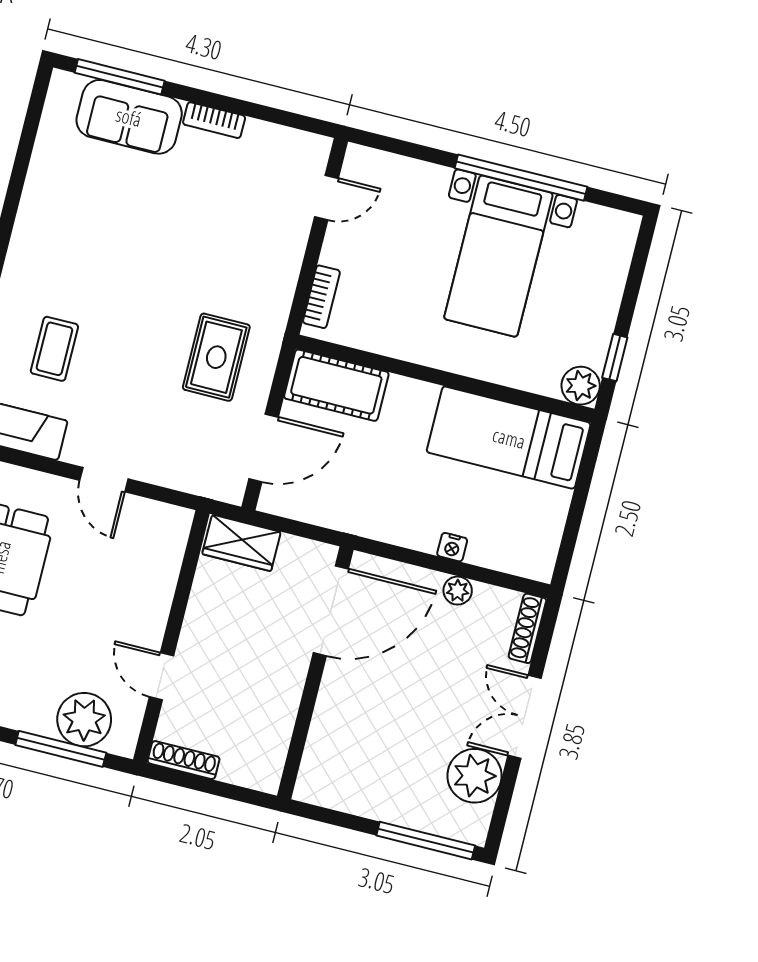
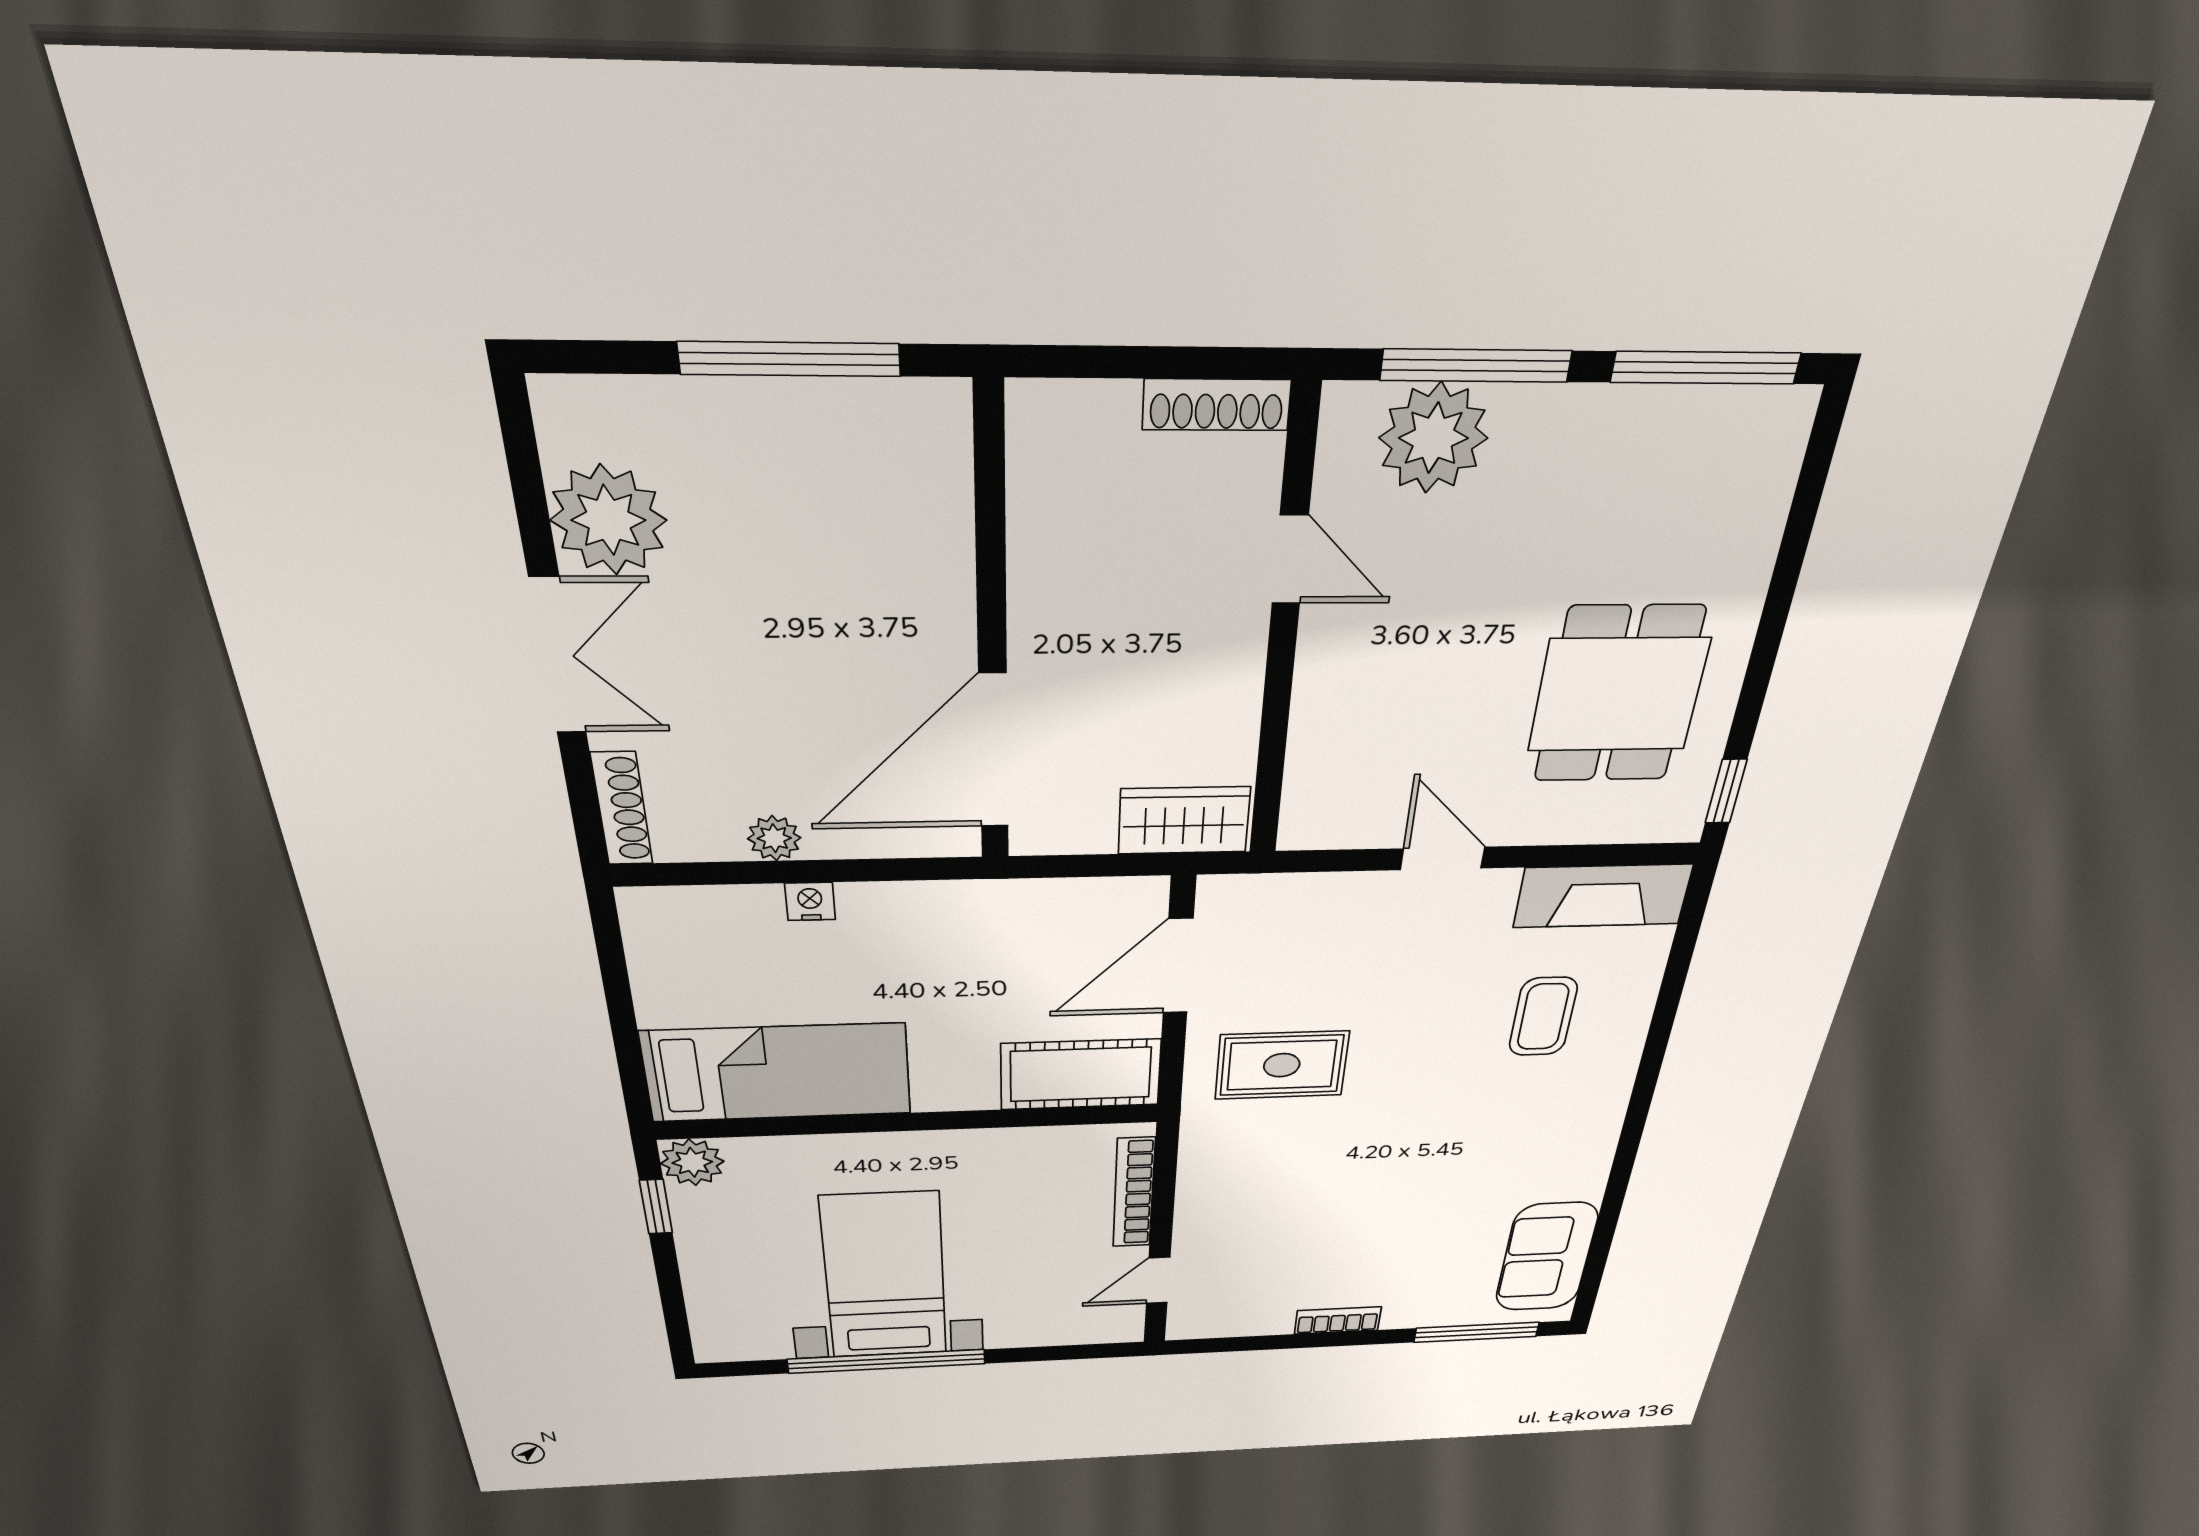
sofa: (129, 117) -> (1546, 1257), moved, turned -90
bookcase: (321, 297) -> (1134, 1193), width x1.56
rug: (216, 357) -> (1282, 1065), turned 90
window: (426, 841) -> (790, 359), moved

